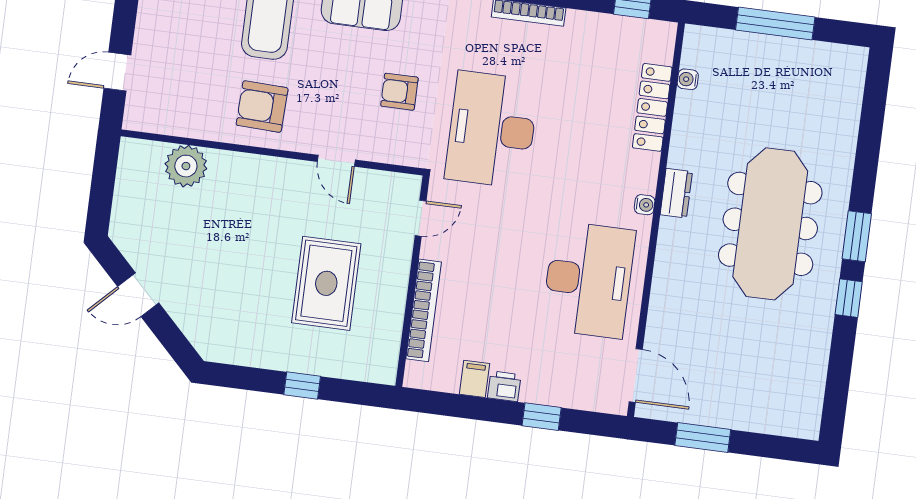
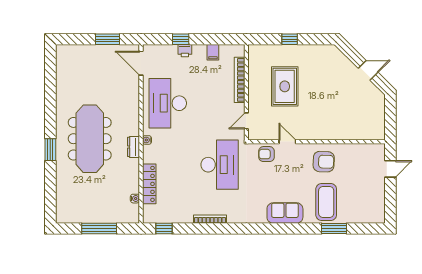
armchair: (399, 92) -> (266, 154), moved, turned 180
plant: (186, 166) -> (354, 131), removed
window: (857, 236) -> (50, 150), moved
window: (849, 298) -> (50, 110), removed
printer: (504, 386) -> (185, 51), moved

